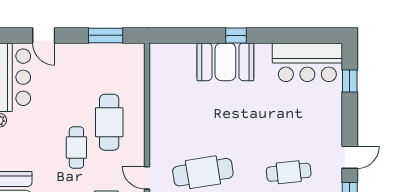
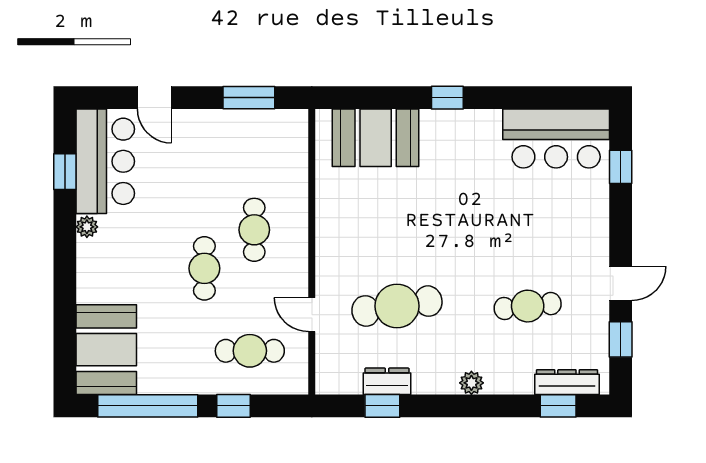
booth: (225, 62) -> (376, 138), moved
cafe table: (109, 122) -> (254, 230), width x0.73, depth x0.74

